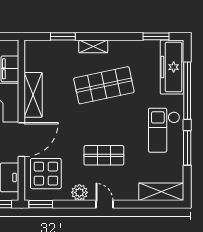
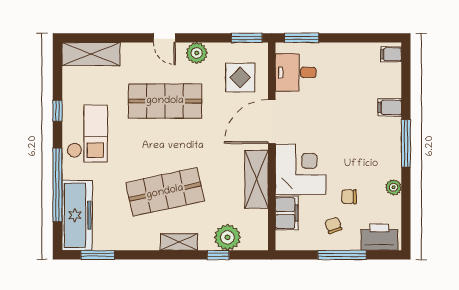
window: (63, 36) -> (218, 255), width x0.67
plant: (56, 50) -> (227, 237), added
window: (187, 148) -> (57, 111), width x0.46
shop shelf: (104, 155) -> (165, 101), width x1.43, depth x1.36
display table: (46, 174) -> (240, 77), width x0.73, depth x0.73

